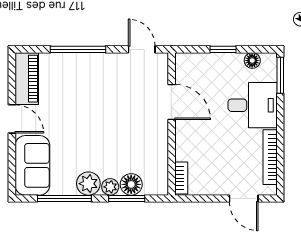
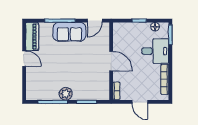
door: (142, 49) -> (95, 21), swing flipped
door: (172, 102) -> (111, 61), moved
sofa: (32, 165) -> (69, 32), moved, turned 90
floor lamp: (131, 184) -> (89, 94), removed
plant: (110, 187) -> (78, 96), removed
door: (244, 198) -> (140, 102), moved

